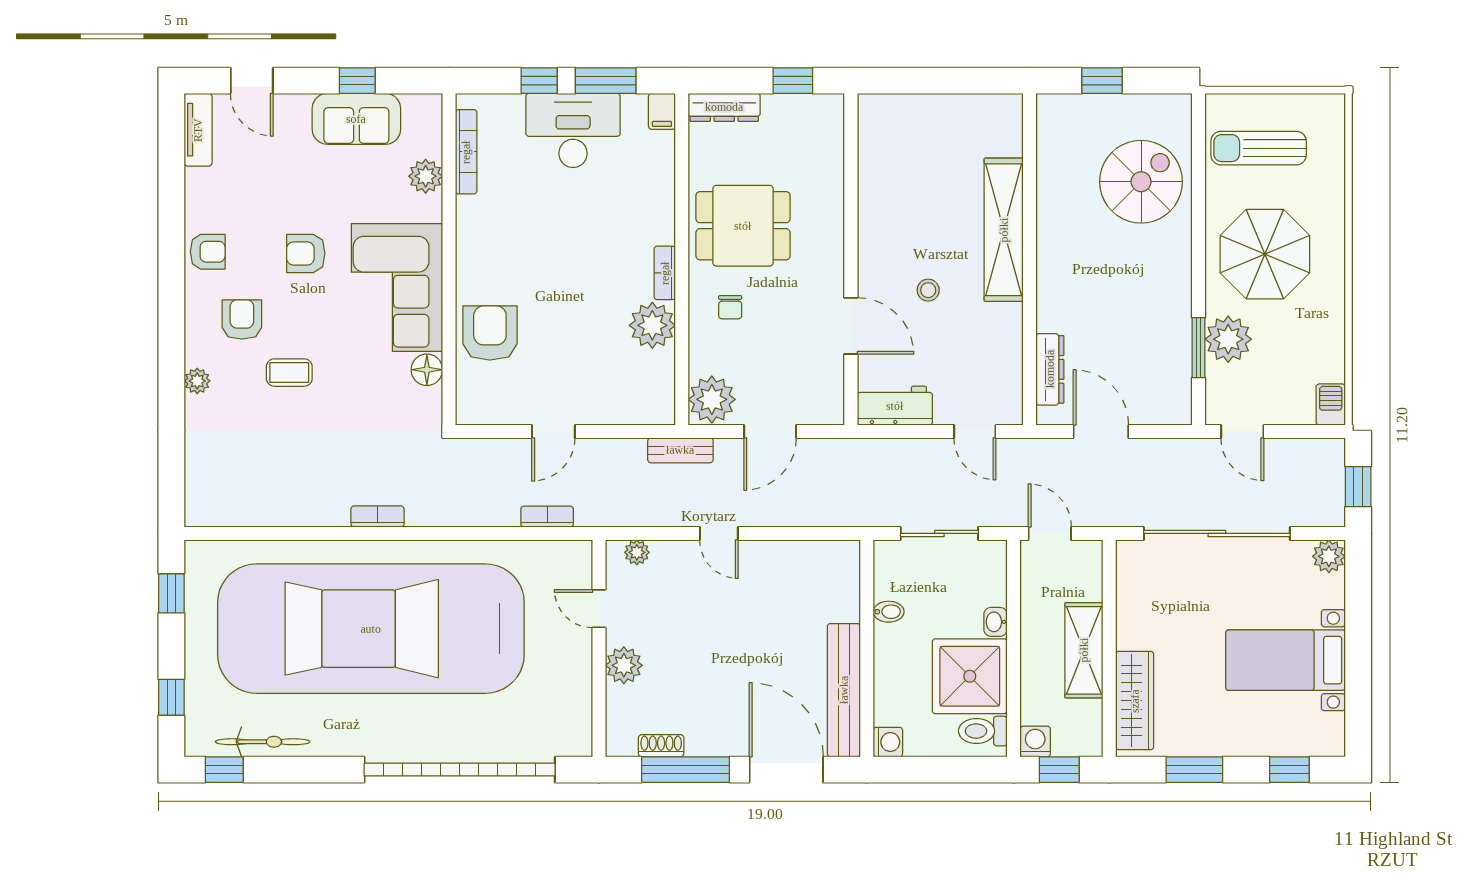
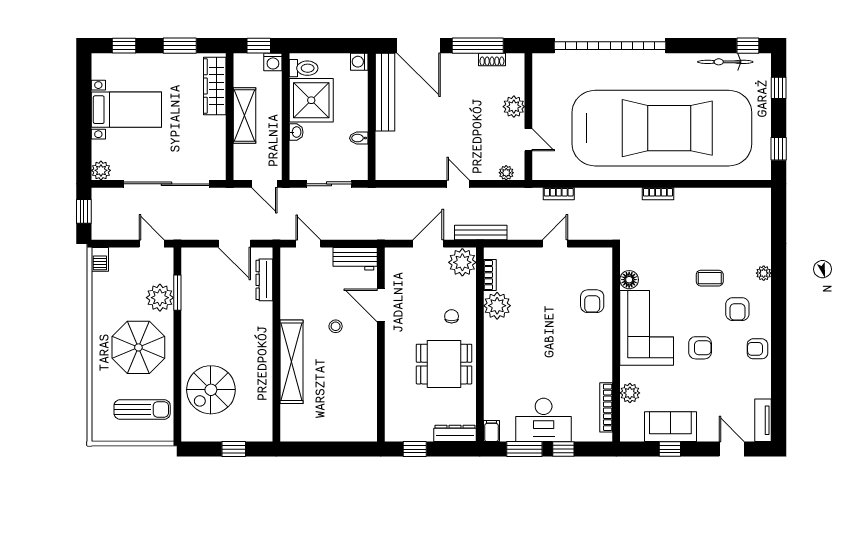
bookcase: (665, 273) -> (490, 275), moved
armchair: (490, 333) -> (592, 301), width x0.72, depth x0.72
bench: (680, 450) -> (481, 233), width x1.36

